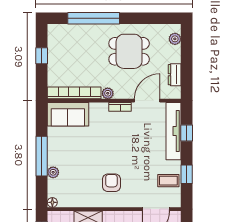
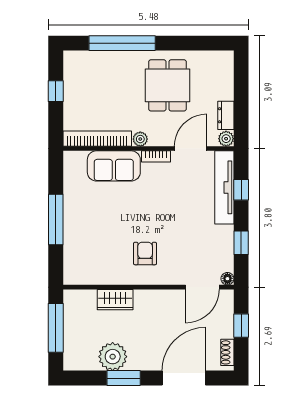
plant: (175, 39) -> (226, 139), moved
dining table: (129, 51) -> (167, 85), turned 90
sofa: (68, 114) -> (114, 166), moved
plant: (53, 172) -> (70, 240), removed
coffee table: (168, 181) -> (218, 251), removed
floor lamp: (52, 202) -> (227, 279), moved

